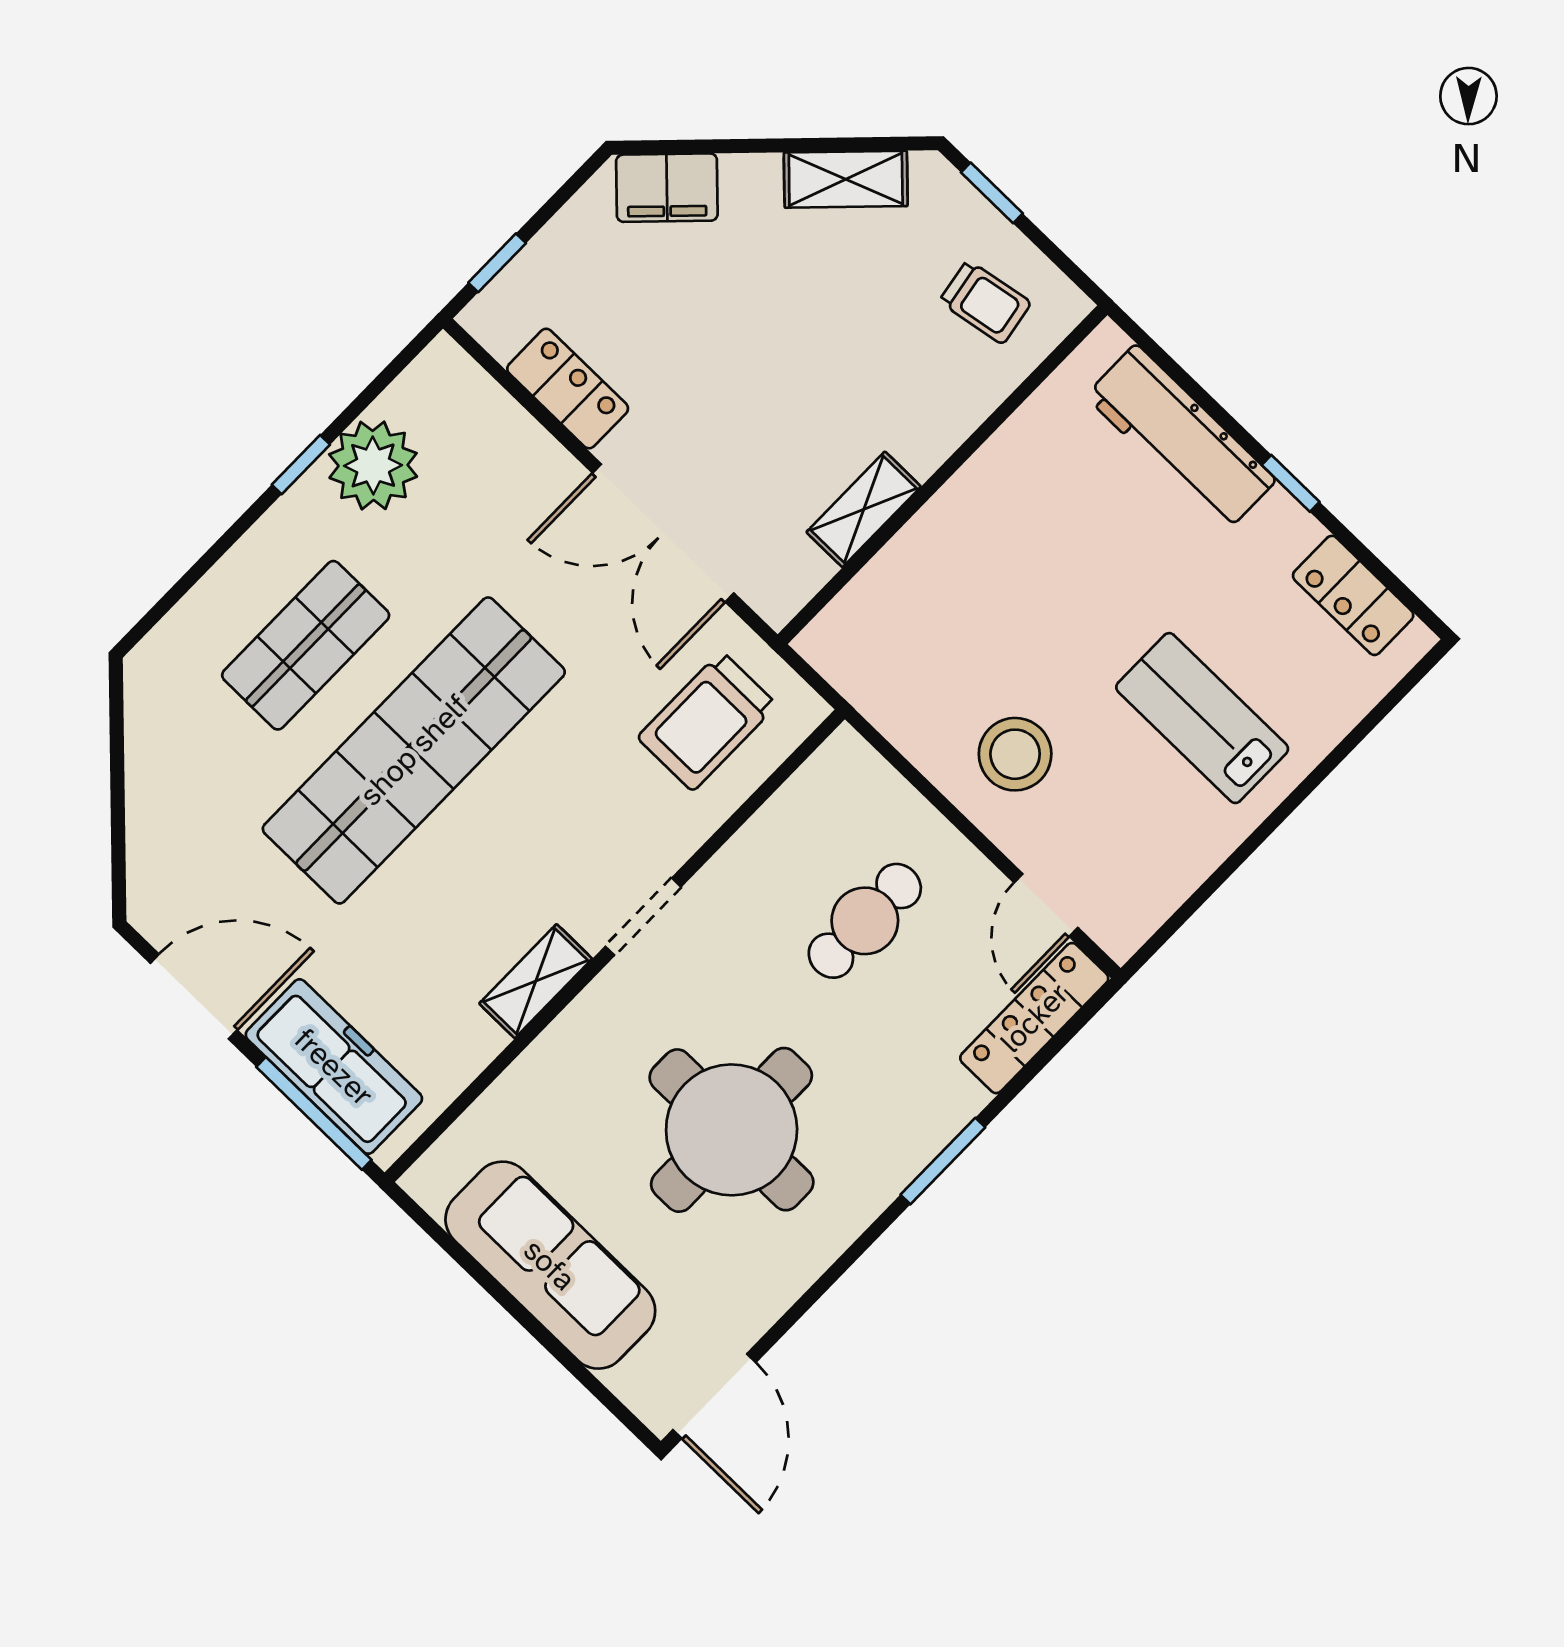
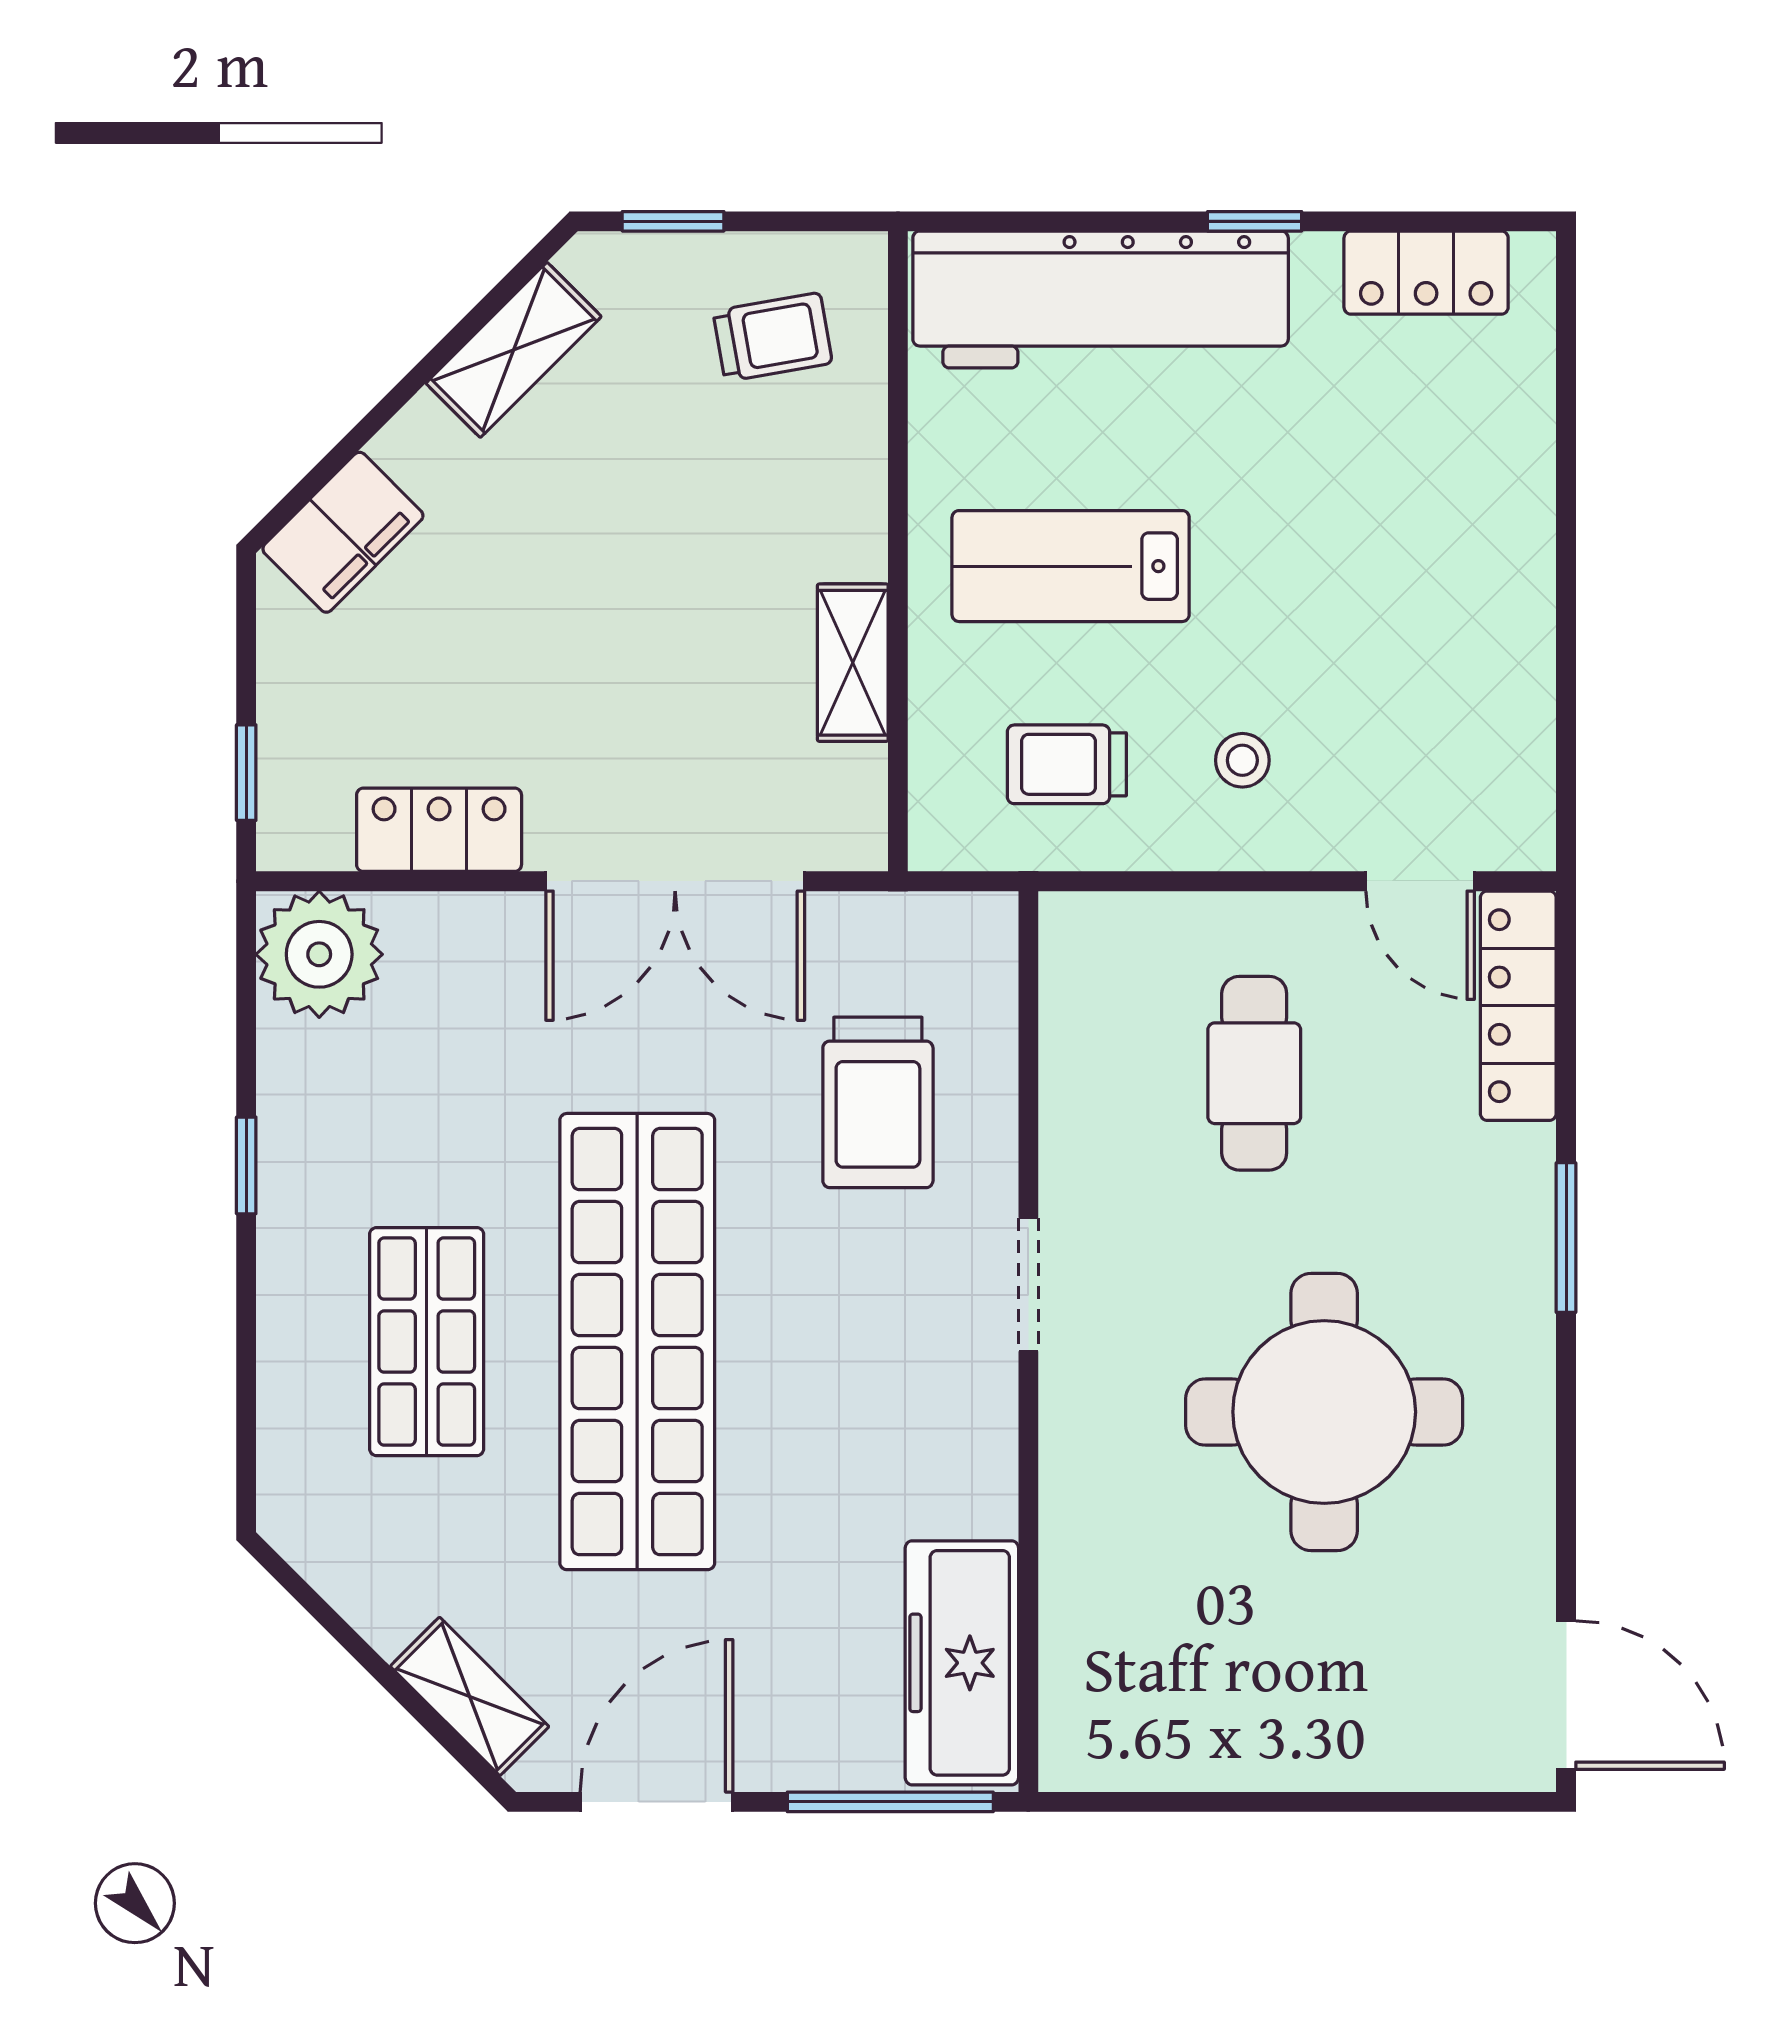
workbench: (1181, 438) -> (1101, 300), width x1.36, depth x1.32
plant: (373, 465) -> (319, 954), moved
trolley: (923, 669) -> (1067, 764), added
lab bench: (1202, 718) -> (1071, 566), moved
trolley: (707, 721) -> (878, 1102), moved
stool: (1015, 754) -> (1242, 760), width x0.53, depth x0.53
shelving: (536, 981) -> (470, 1696), moved, turned -45
freezer: (334, 1067) -> (962, 1663), moved, turned -90
sofa: (550, 1265) -> (1275, 1724), removed

